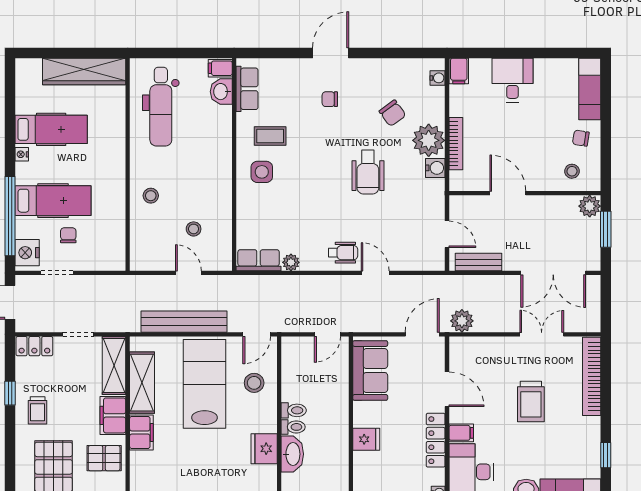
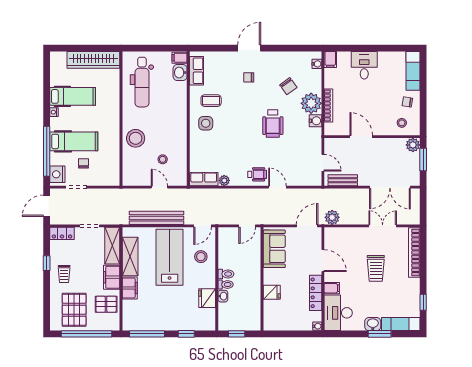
stool: (151, 196) -> (136, 138), width x1.89, depth x1.89
washbasin: (292, 454) -> (223, 296), width x0.52, depth x0.69

